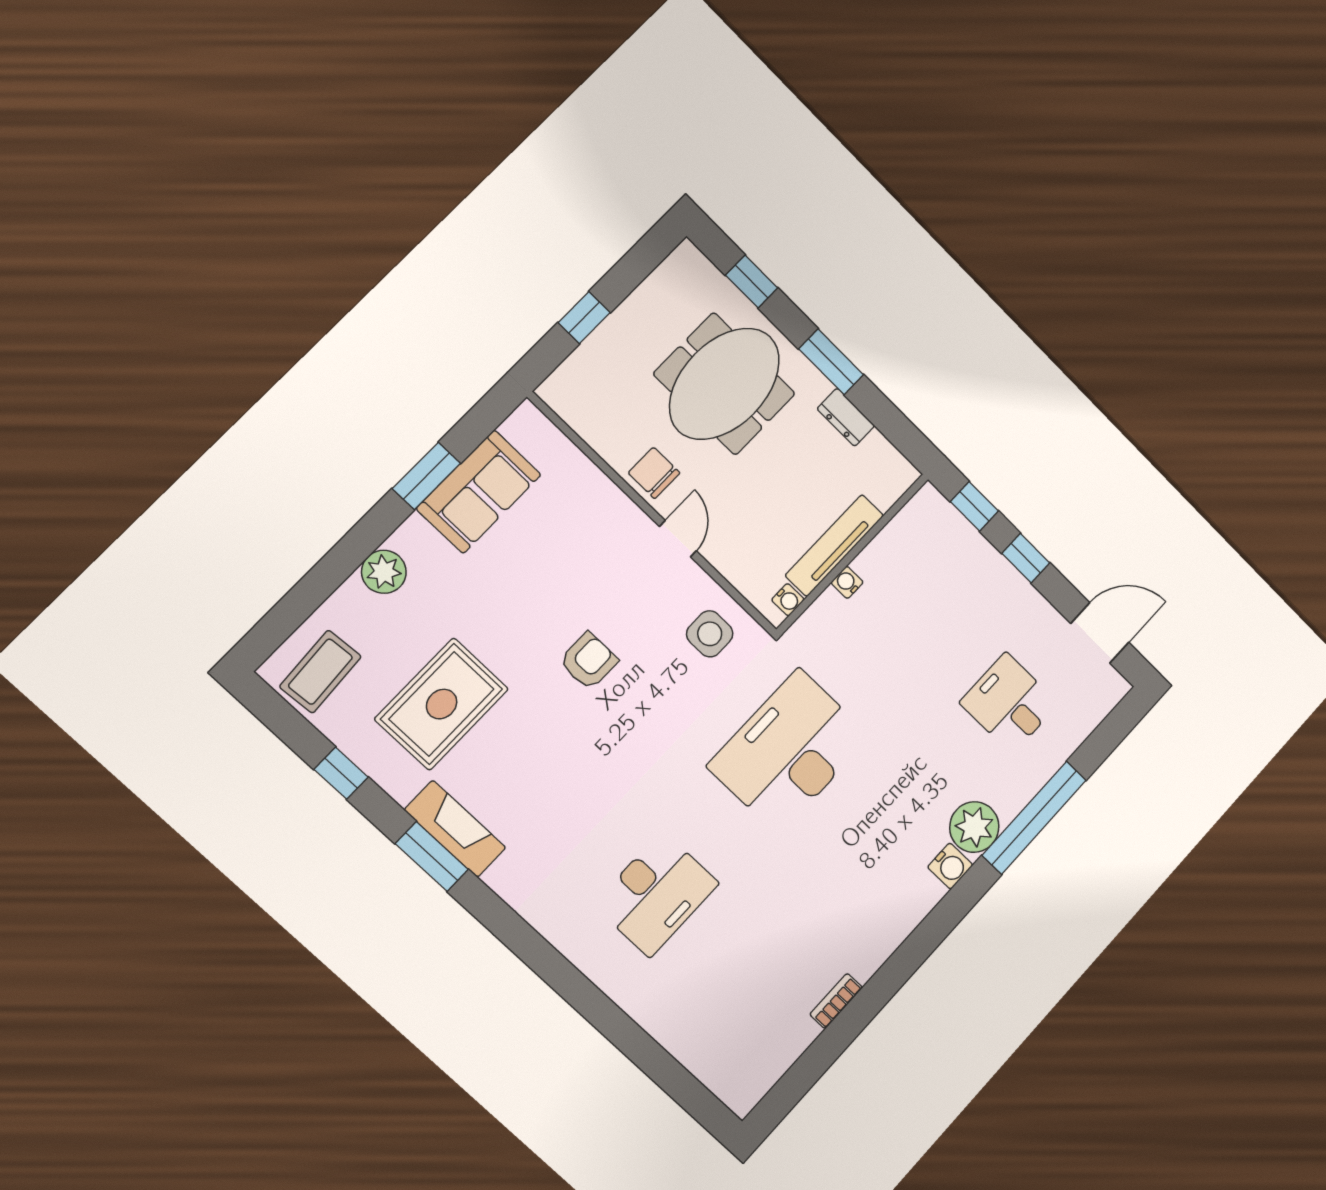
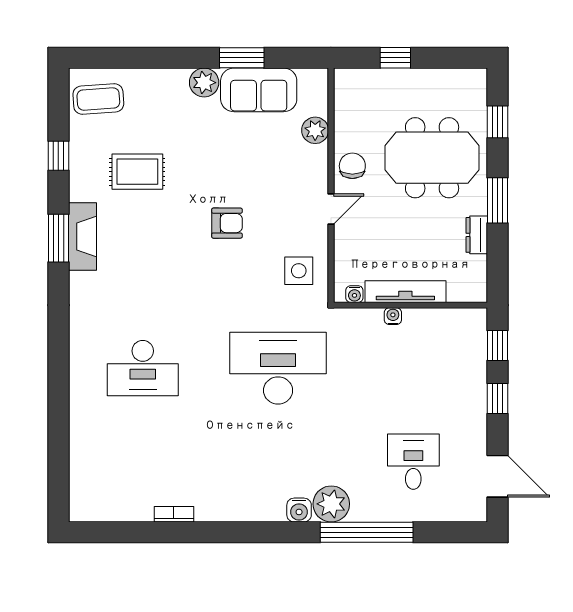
plant: (580, 475) -> (315, 130), added
plant: (384, 572) -> (204, 83), moved
rug: (442, 704) -> (137, 172), width x0.73, depth x0.70

